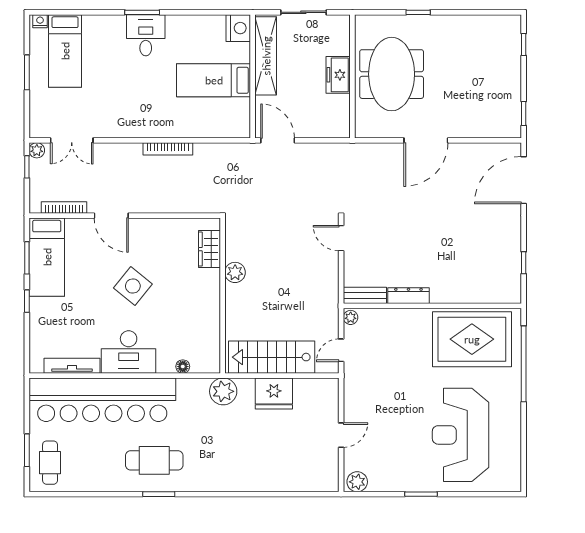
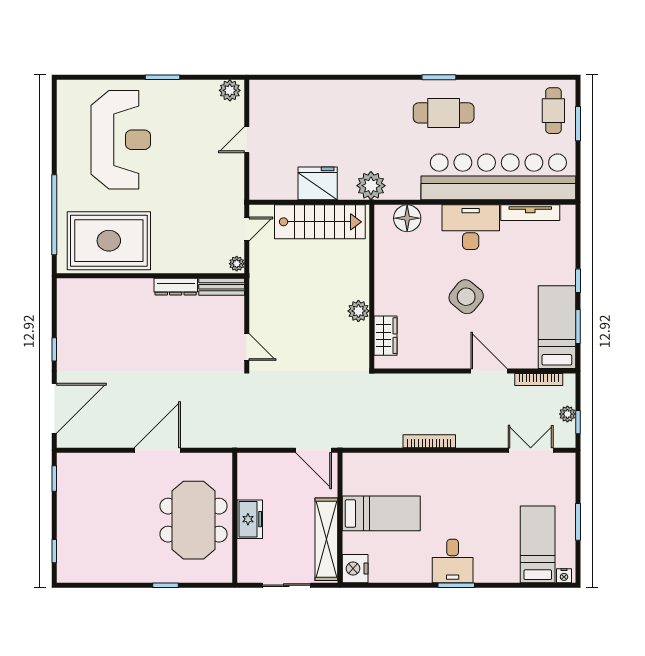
plant: (37, 150) -> (567, 414), moved
window: (524, 263) -> (54, 349), moved
floor lamp: (183, 367) -> (407, 218), width x1.89, depth x1.89

